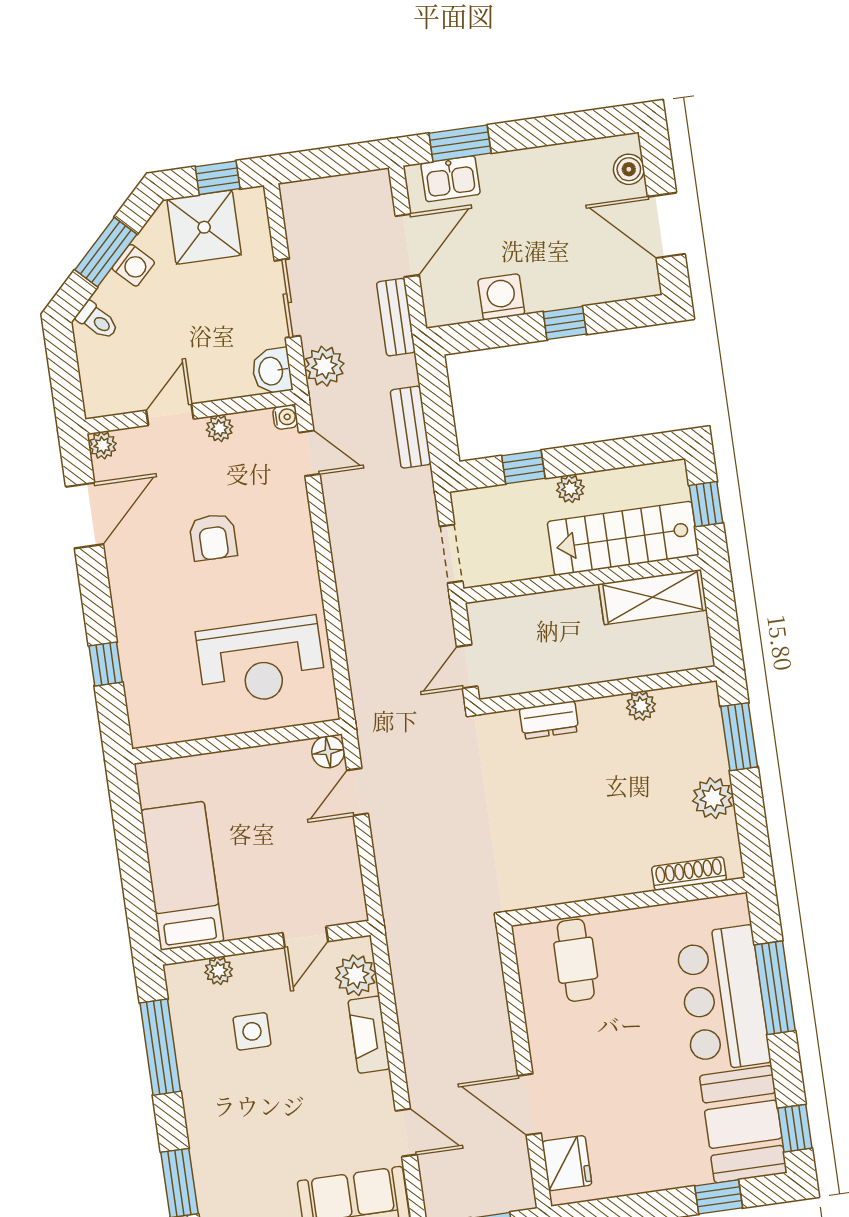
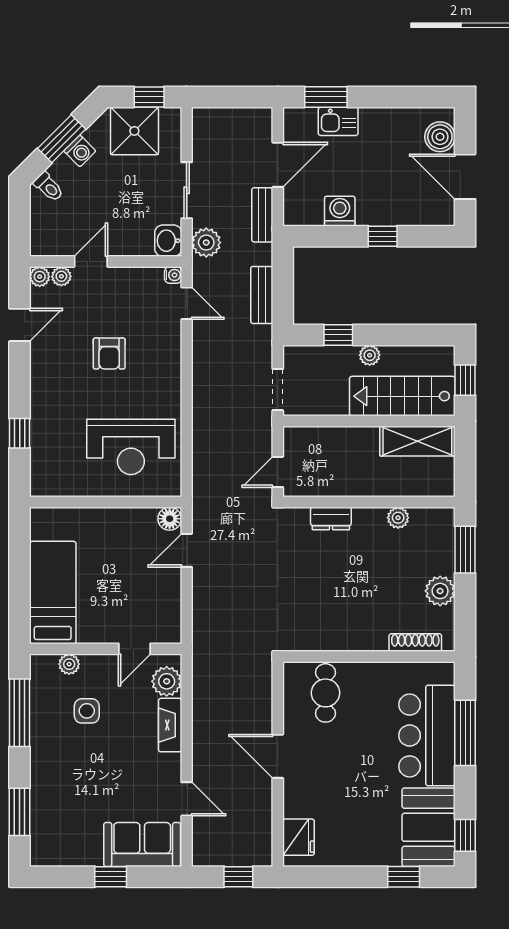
boiler: (629, 169) -> (440, 137), width x1.36, depth x1.36
kitchen sink: (450, 179) -> (338, 121), moved
plant: (220, 428) -> (61, 276), moved
door: (85, 515) -> (20, 325), width x0.73
door: (529, 1104) -> (278, 756), moved

